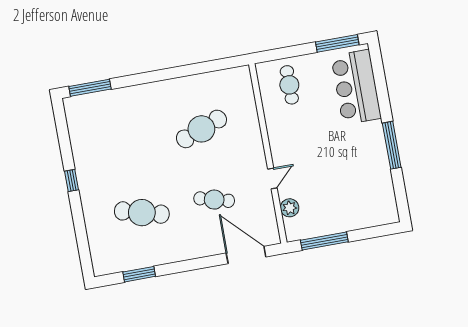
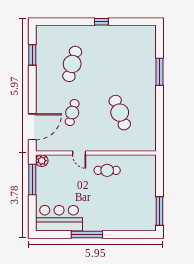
cafe table: (289, 85) -> (107, 170), moved
bar counter: (356, 87) -> (59, 218), moved
window: (90, 88) -> (160, 72), moved
plant: (290, 208) -> (42, 161), moved

